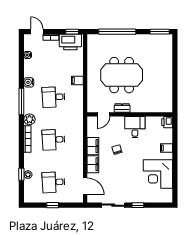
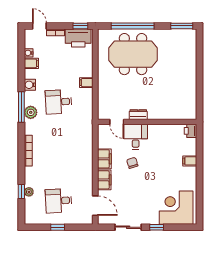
filing cabinet: (30, 64) -> (31, 63), added
meeting table: (122, 75) -> (133, 54), moved
door: (104, 114) -> (117, 122), hinge flipped
plant: (29, 119) -> (31, 112), moved
desk: (135, 127) -> (136, 137), moved
desk: (54, 140) -> (59, 151), removed
corner desk: (158, 174) -> (176, 208), moved, turned 90

